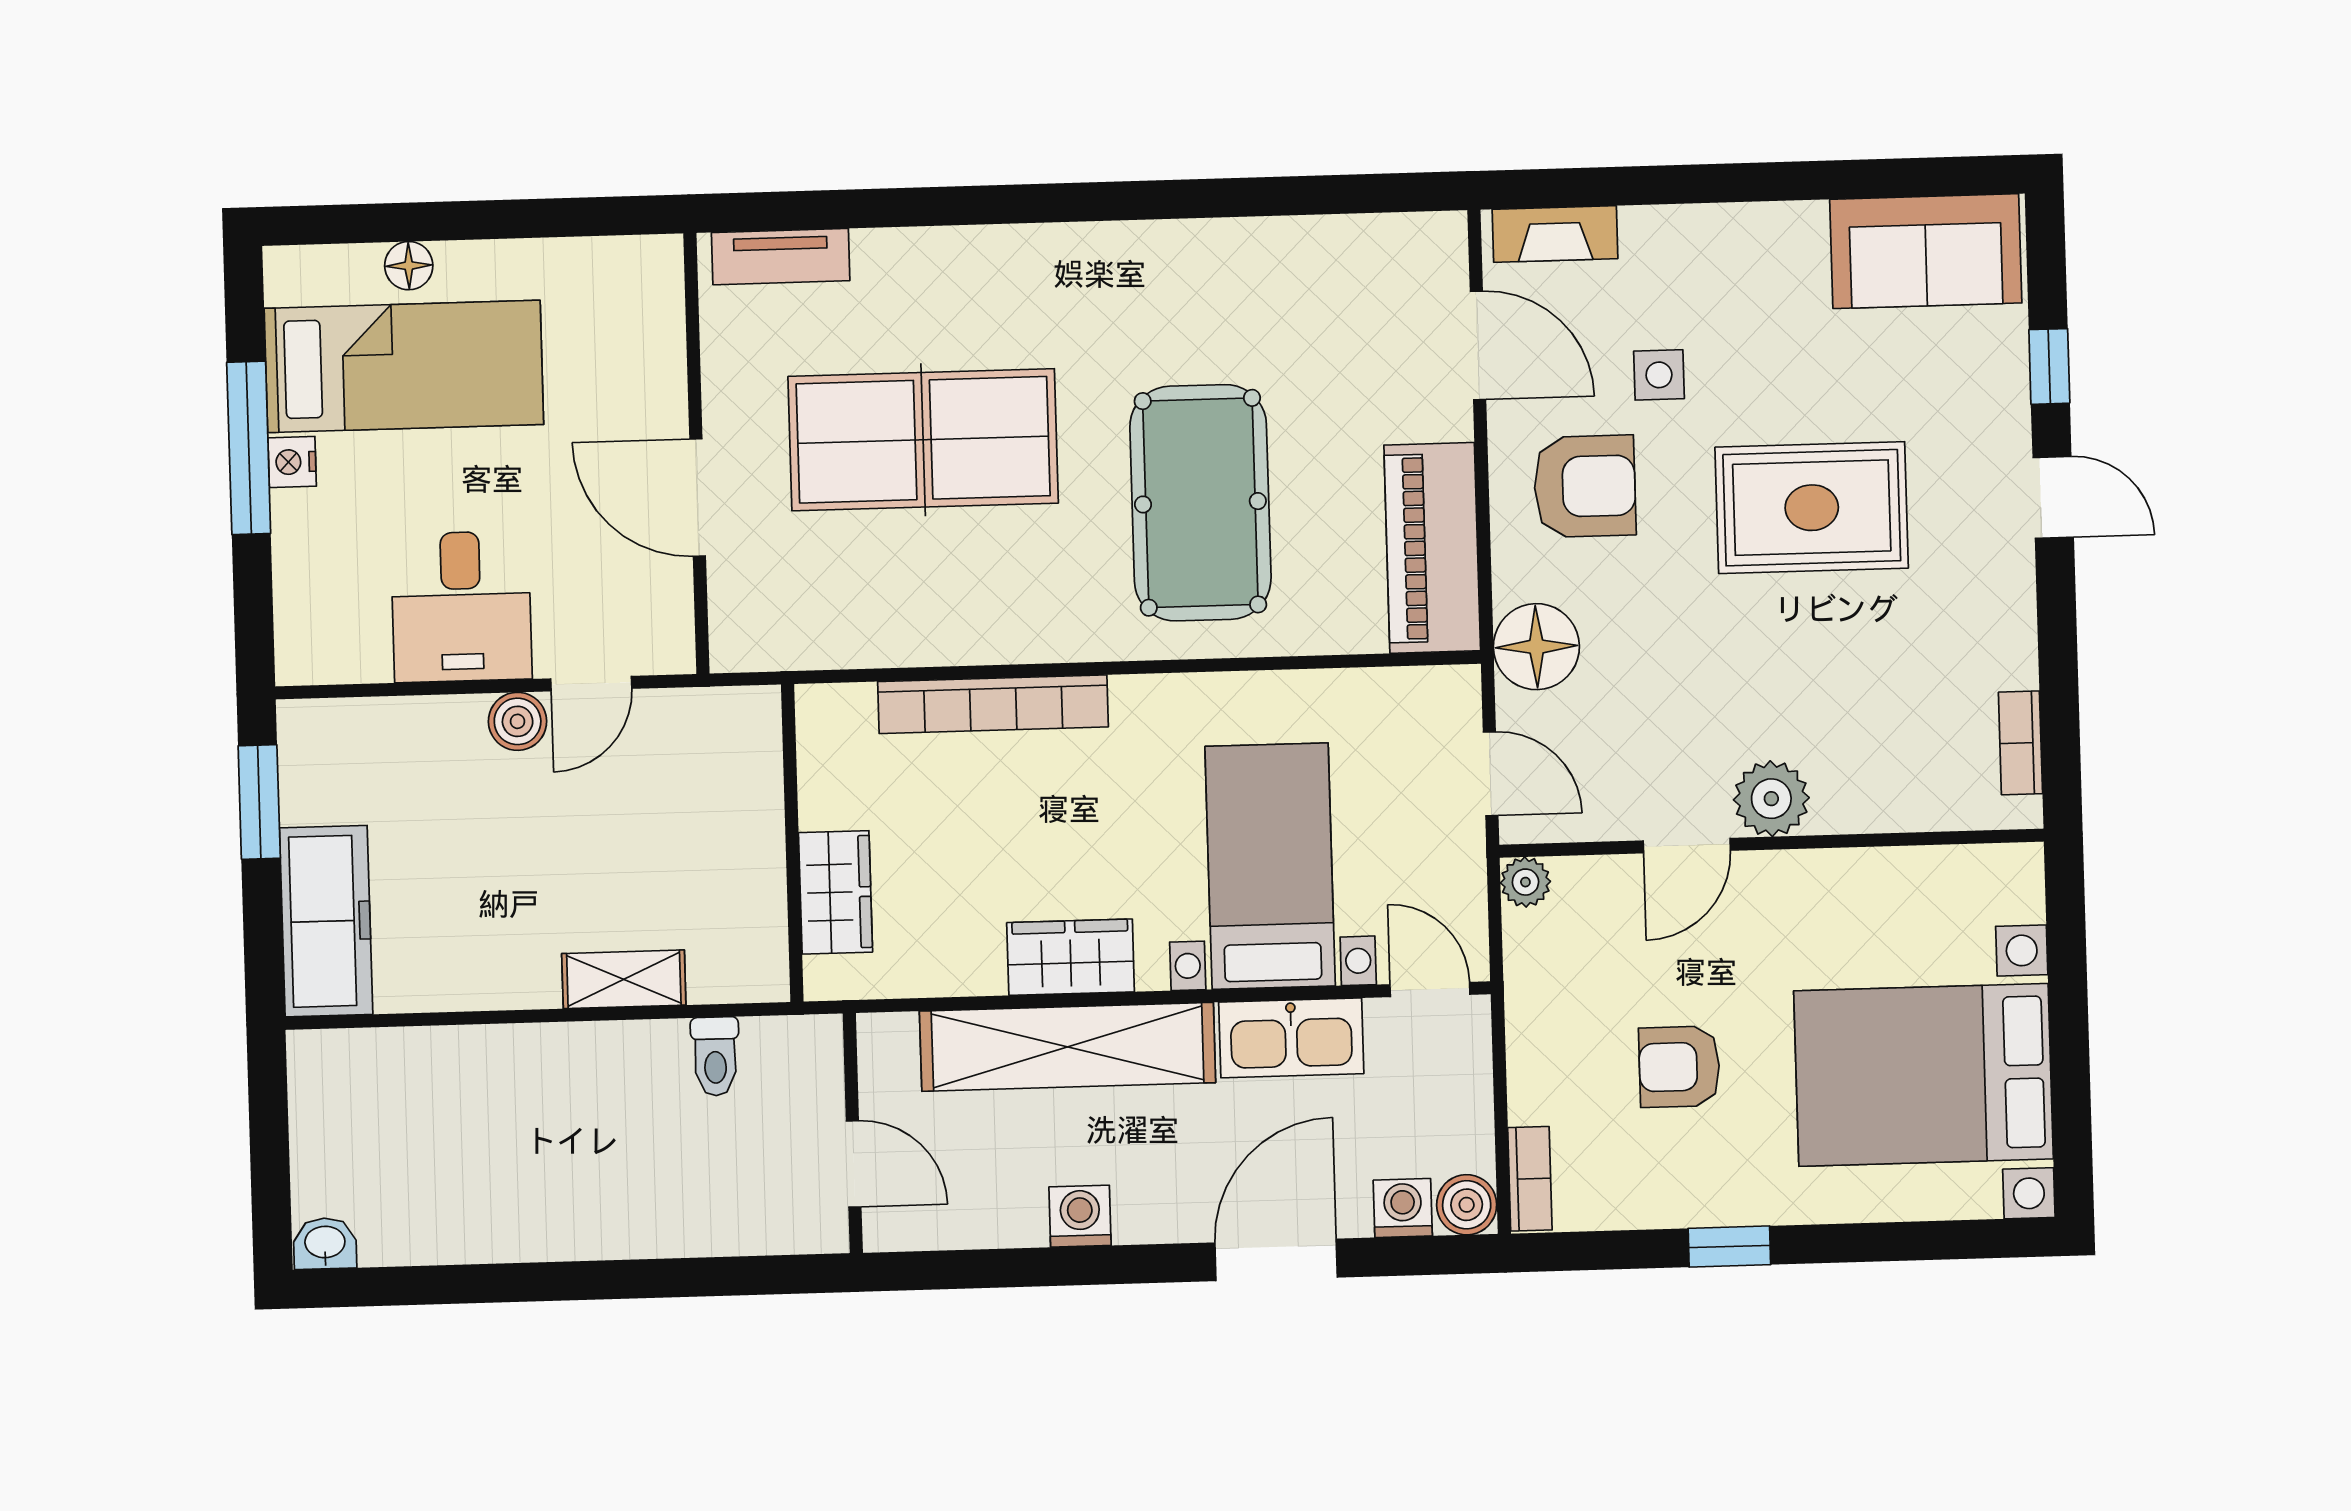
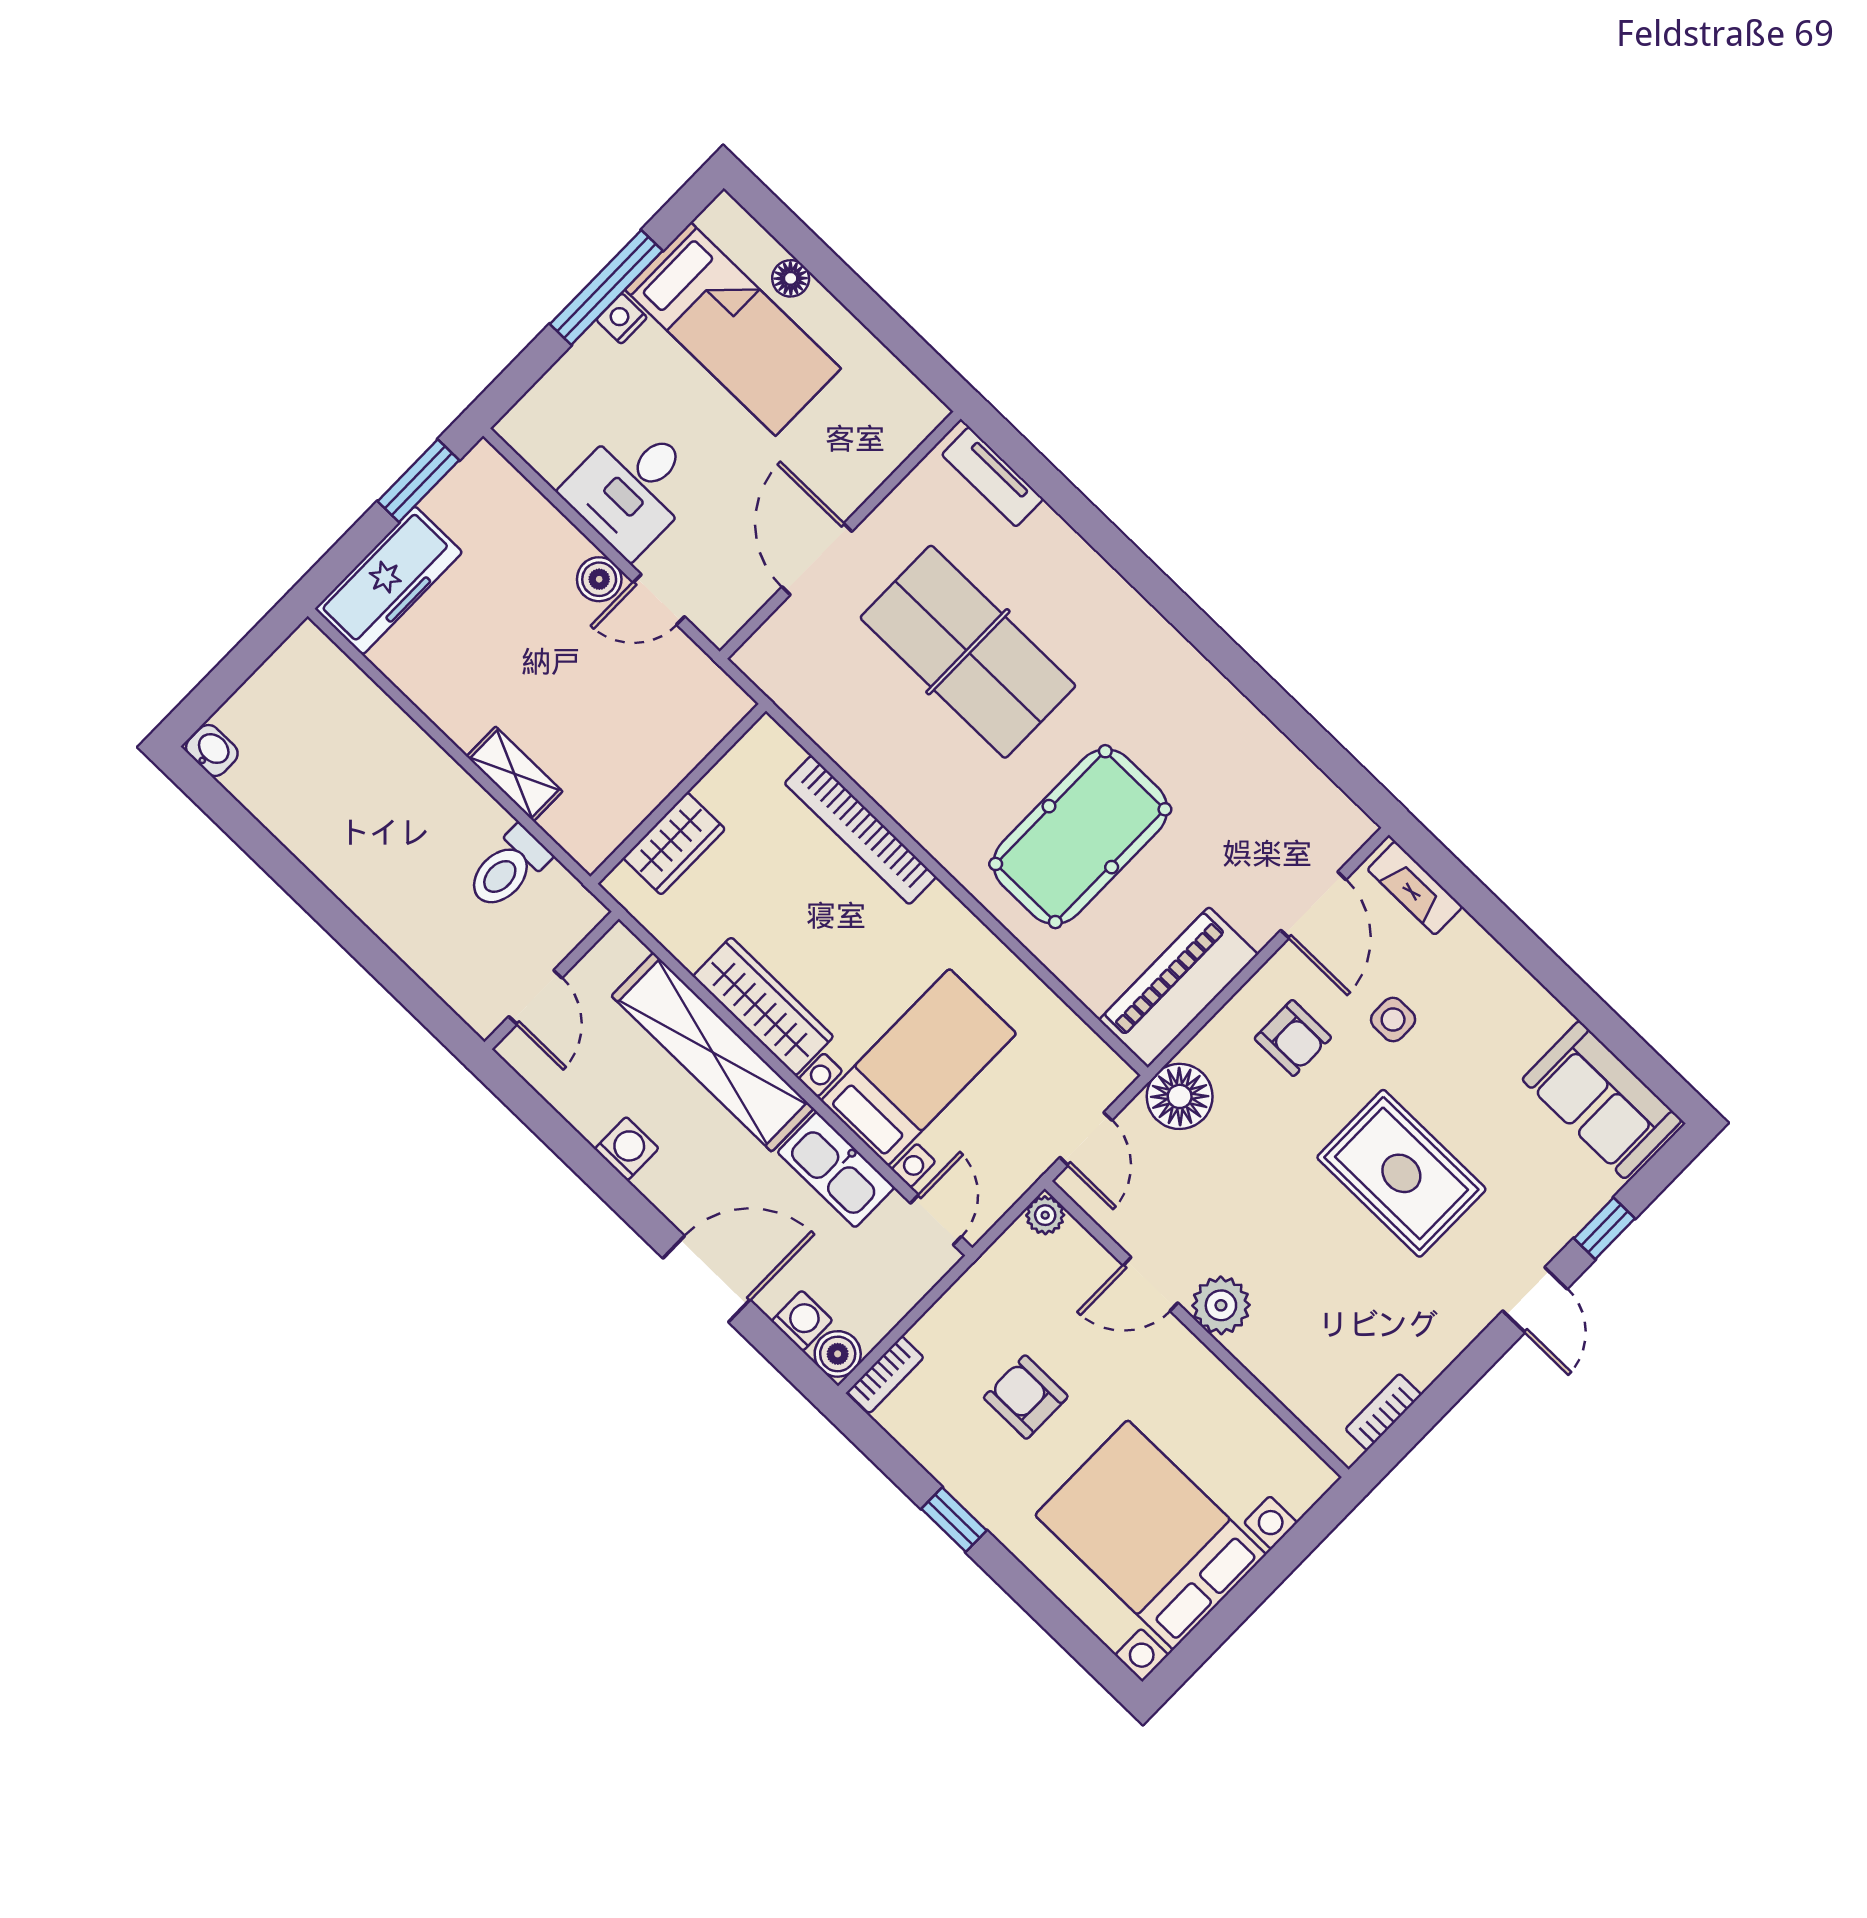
armchair: (1585, 486) -> (1293, 1038), width x0.72, depth x0.72
wardrobe: (1071, 957) -> (763, 1006), width x1.50
toilet: (715, 1056) -> (508, 868), width x1.37, depth x1.39

